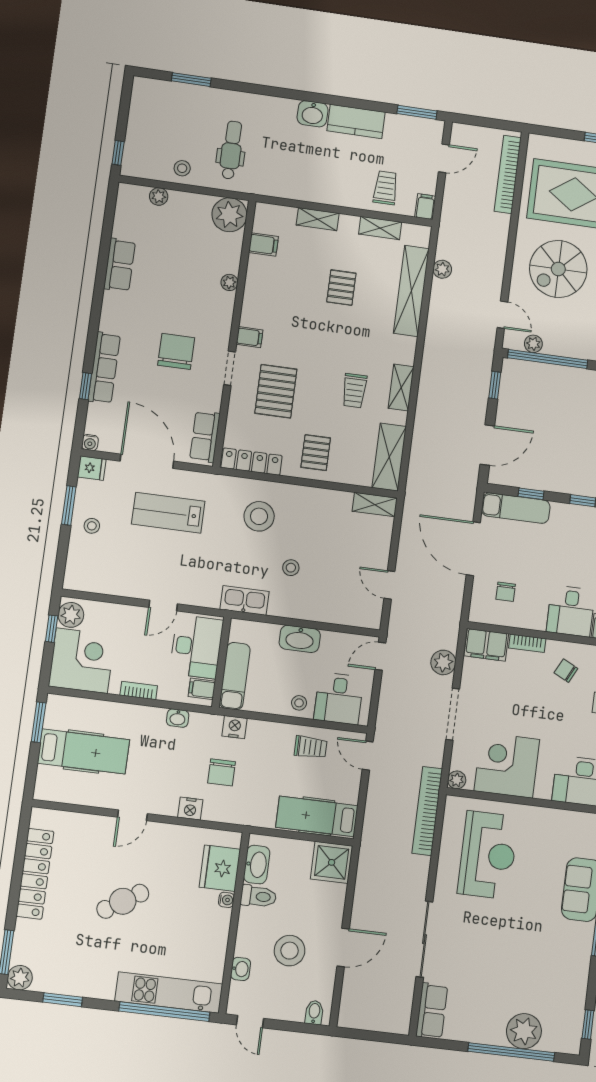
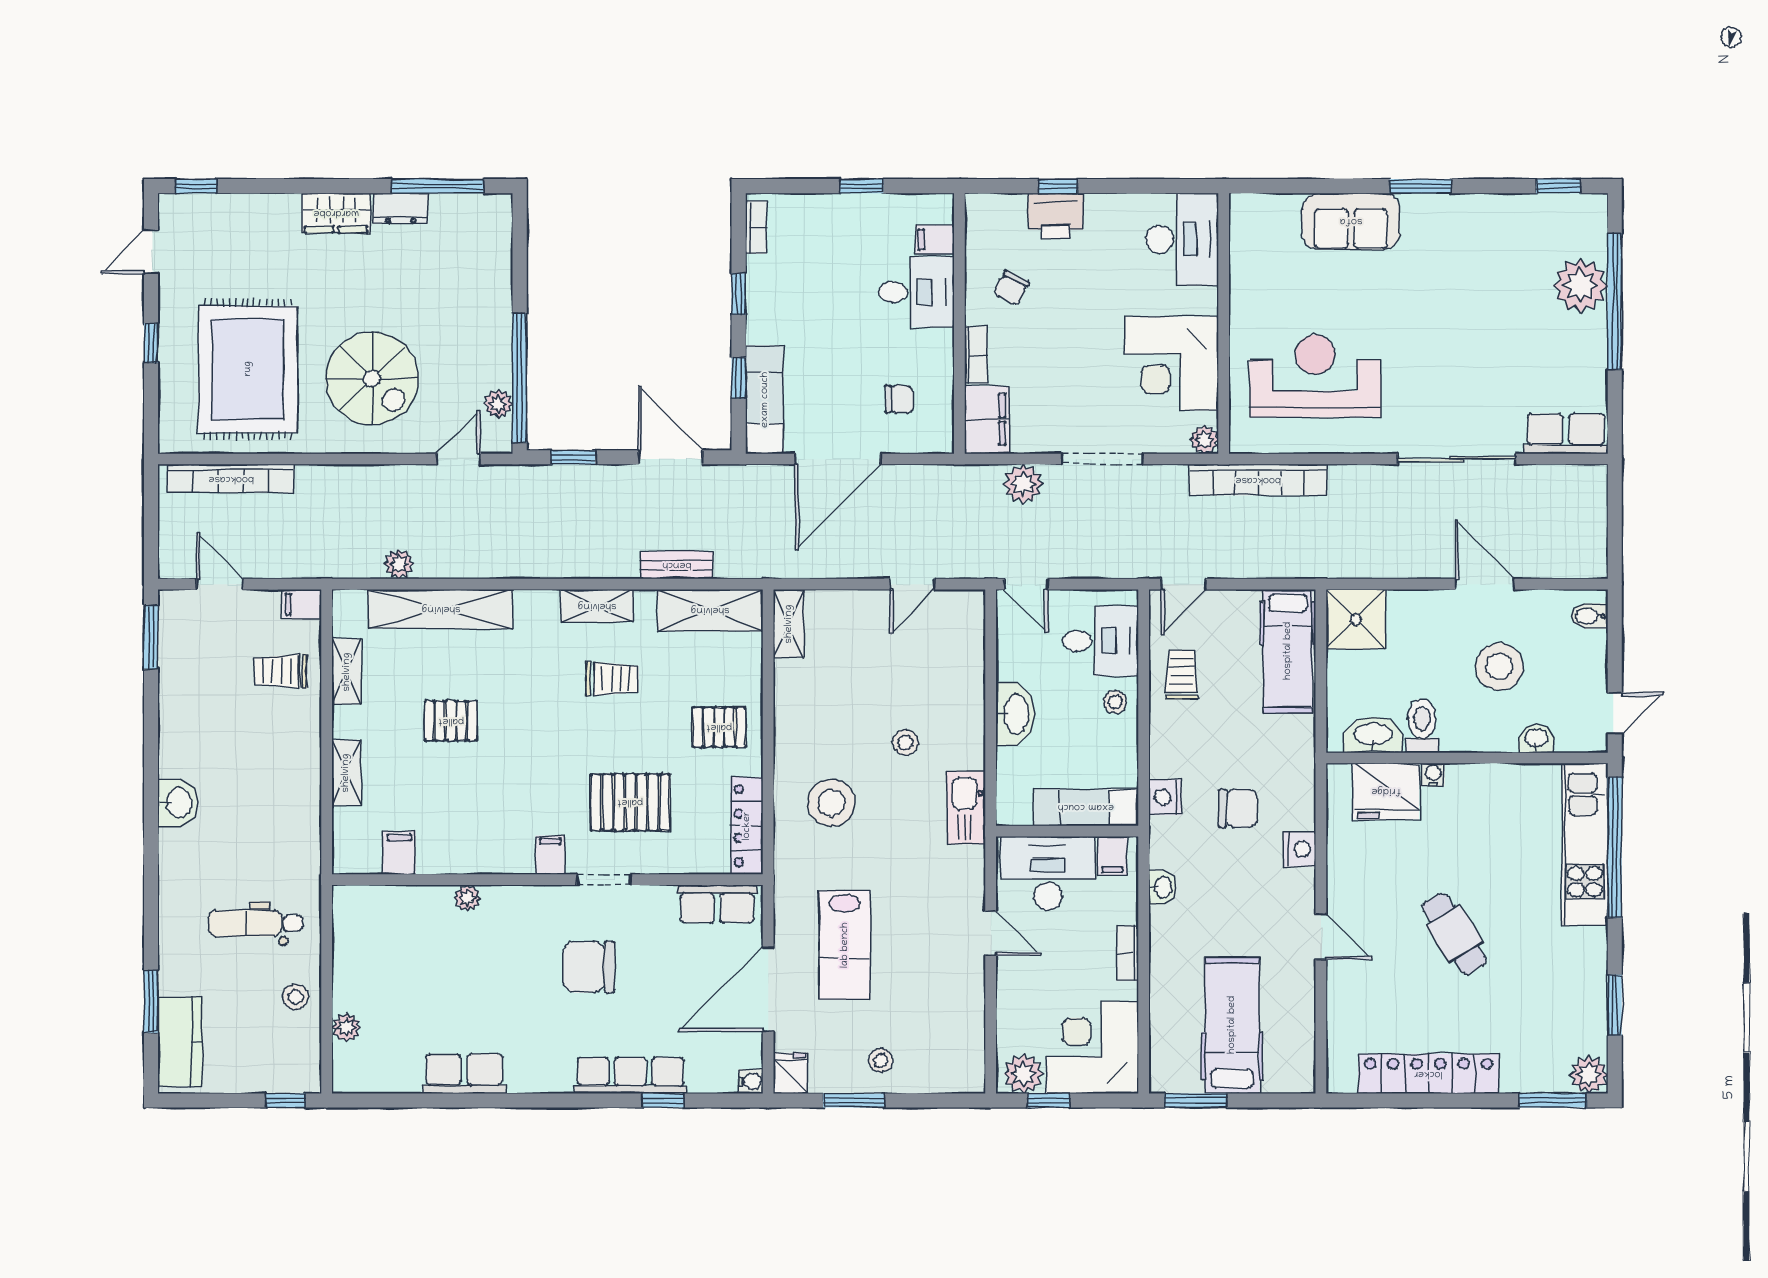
kitchen counter: (356, 121) -> (180, 1042), moved
plant: (229, 215) -> (359, 913), removed
bench: (420, 440) -> (677, 565), added

